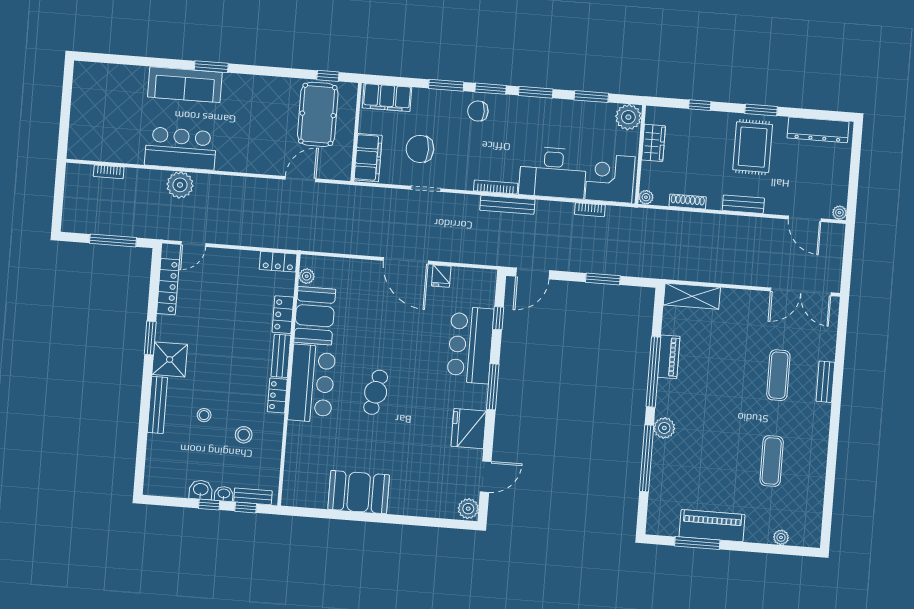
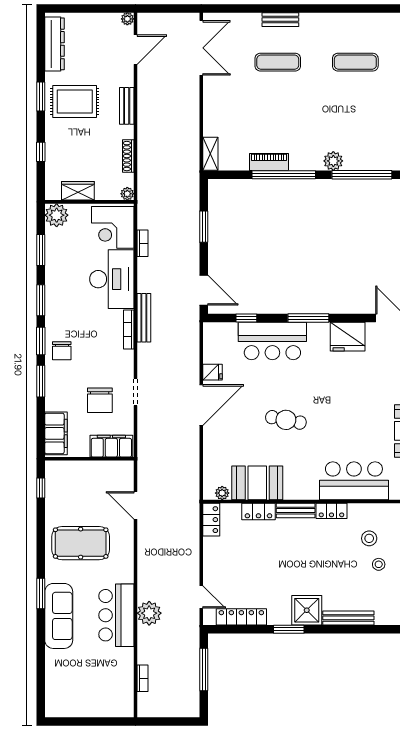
pool table: (318, 114) -> (81, 543), moved
shelving: (692, 296) -> (210, 154), width x0.67, depth x0.75
bar counter: (312, 384) -> (354, 481), moved
cafe table: (376, 392) -> (286, 420), moved
stool: (204, 415) -> (379, 564), moved

